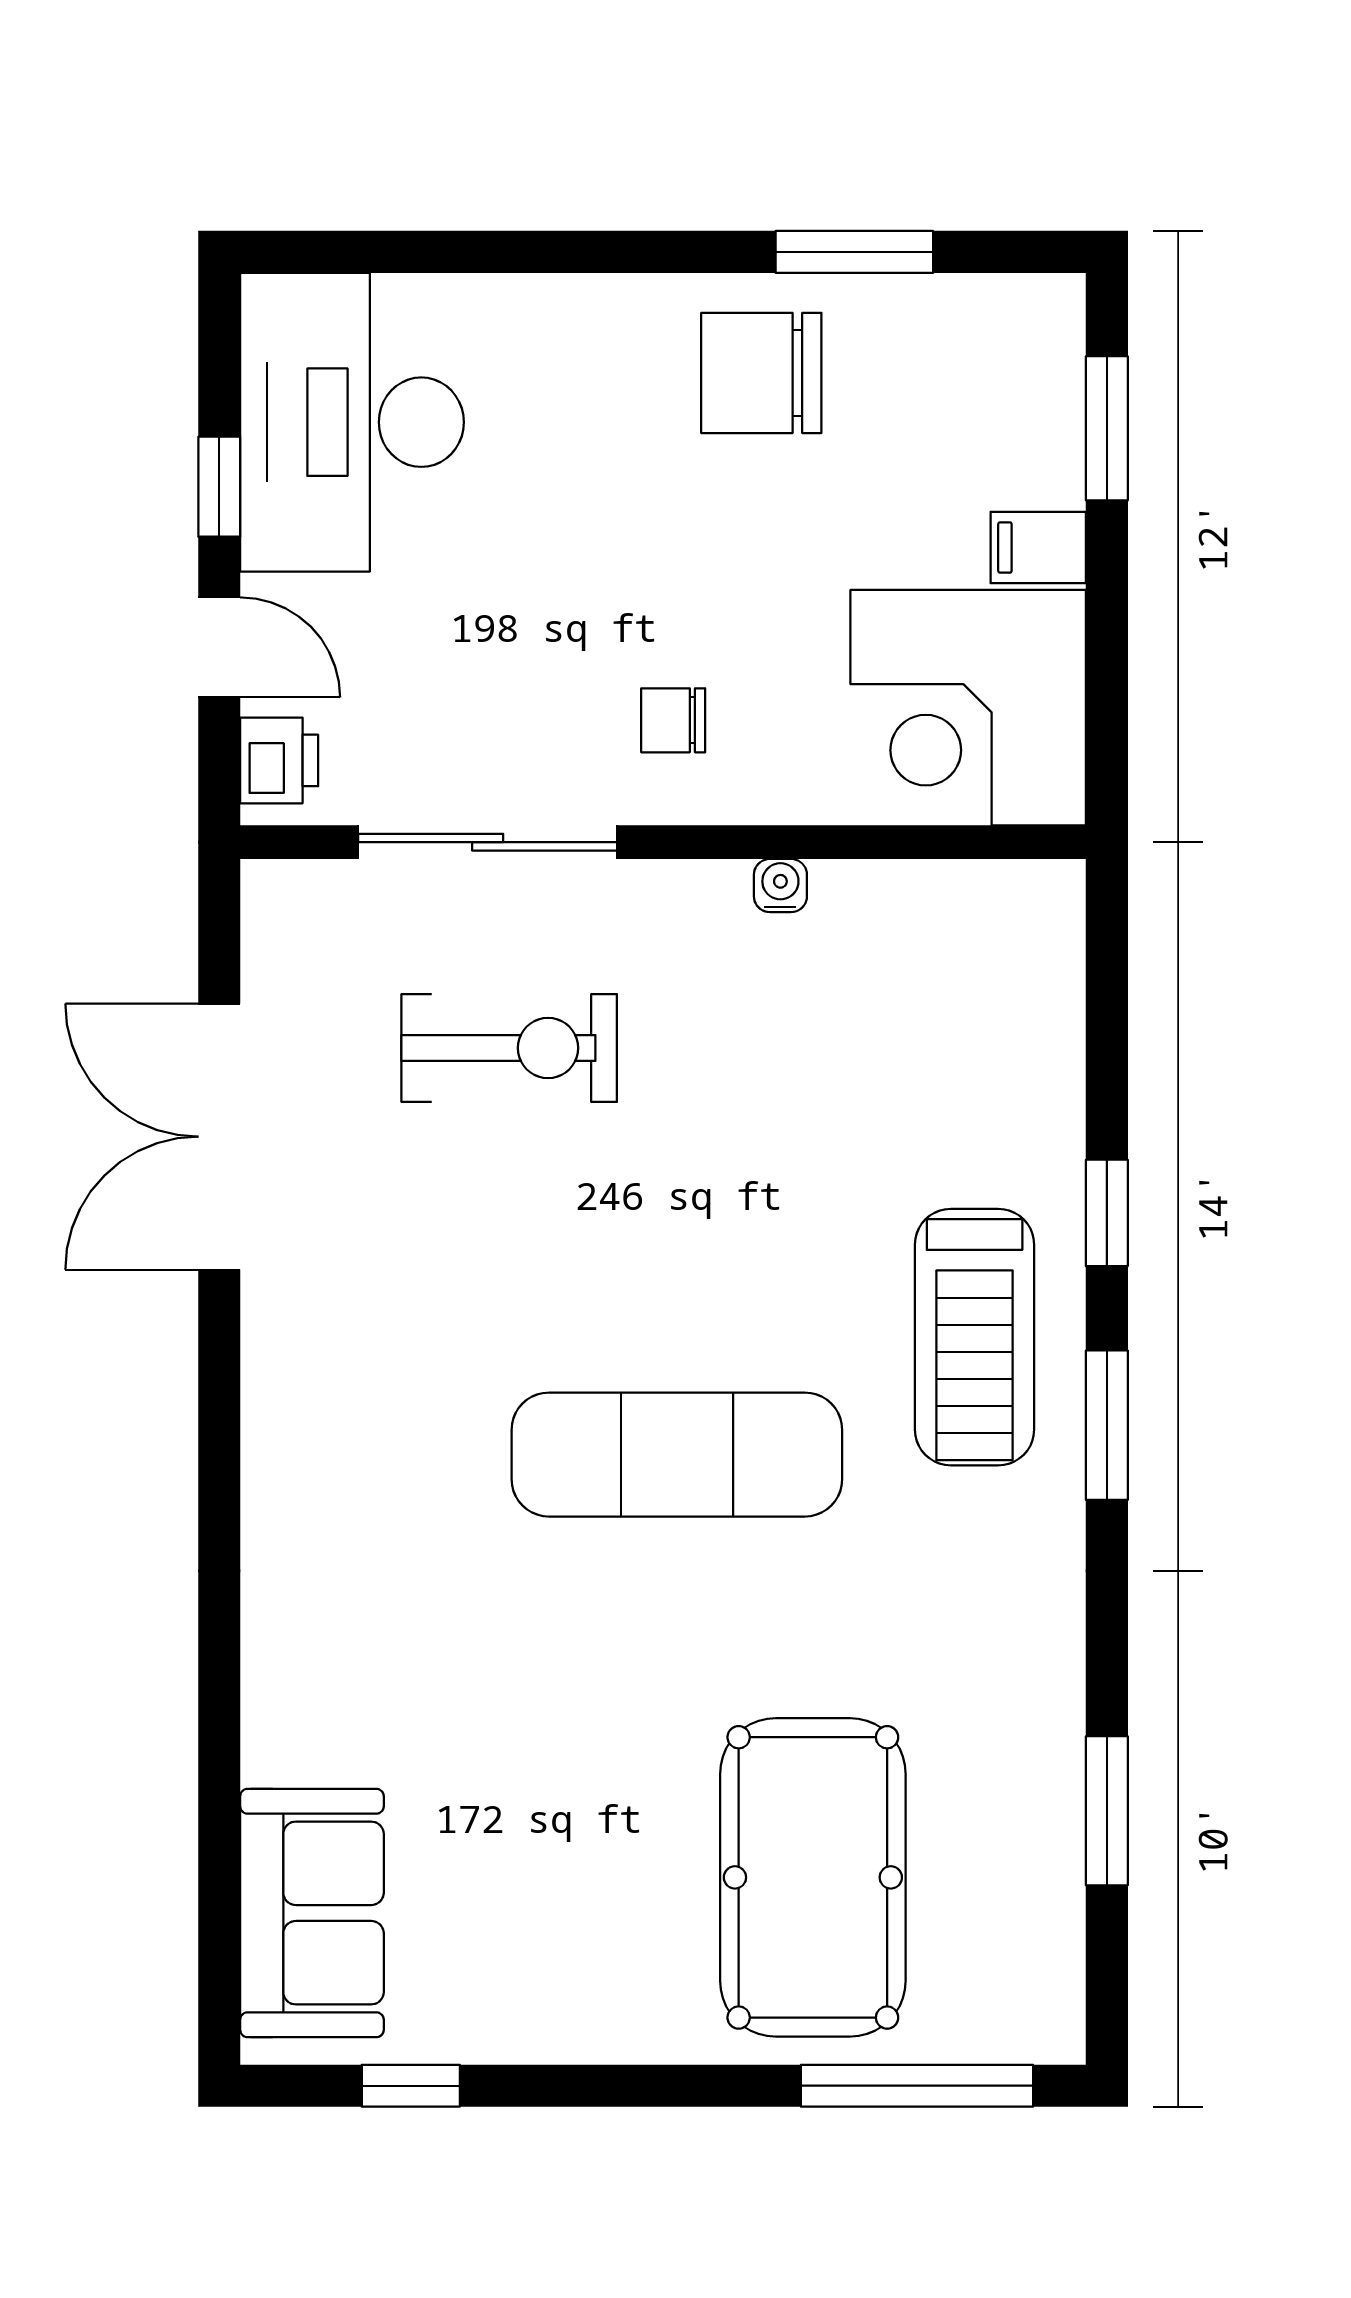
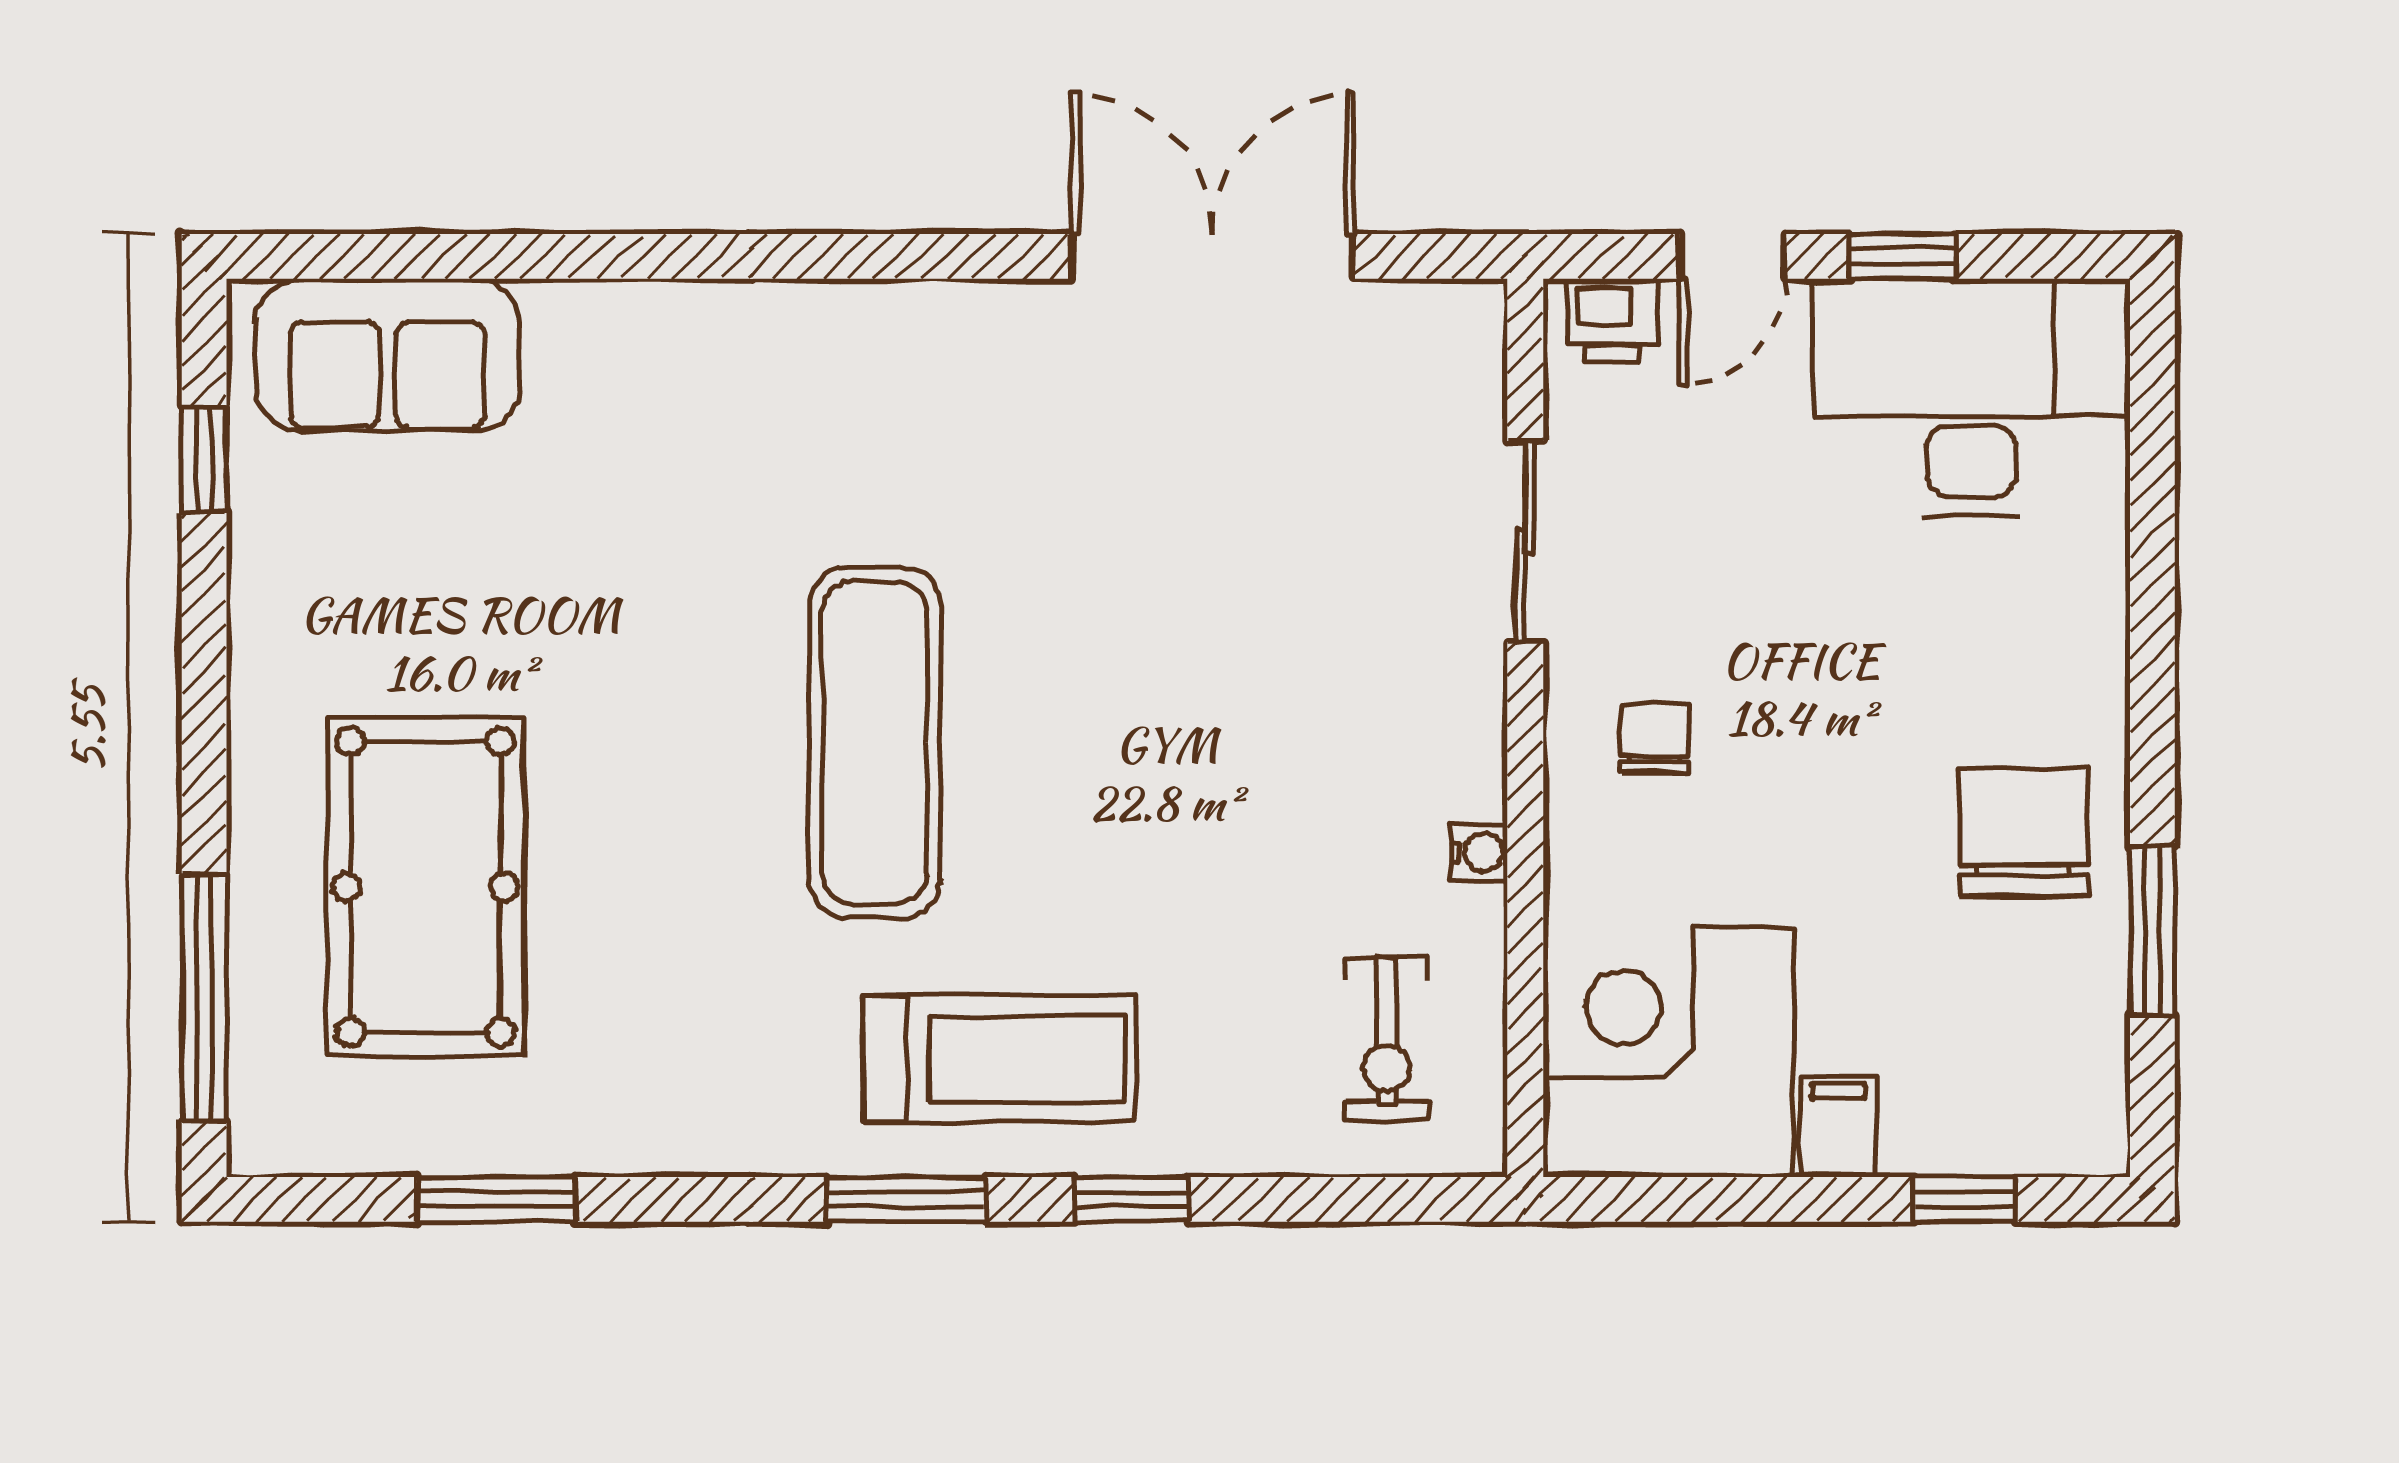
window: (1107, 428) -> (1965, 1199), width x0.67
sliding door: (488, 842) -> (1525, 541), width x0.73
exercise bike: (509, 1048) -> (1387, 1039), moved, width x0.73, depth x0.72
treadmill: (975, 1337) -> (999, 1059), turned 180
pool table: (813, 1877) -> (425, 887), turned 90

